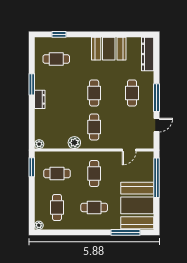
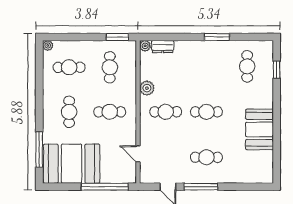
dresser: (148, 54) -> (253, 176), removed
dresser: (40, 99) -> (163, 47), moved

